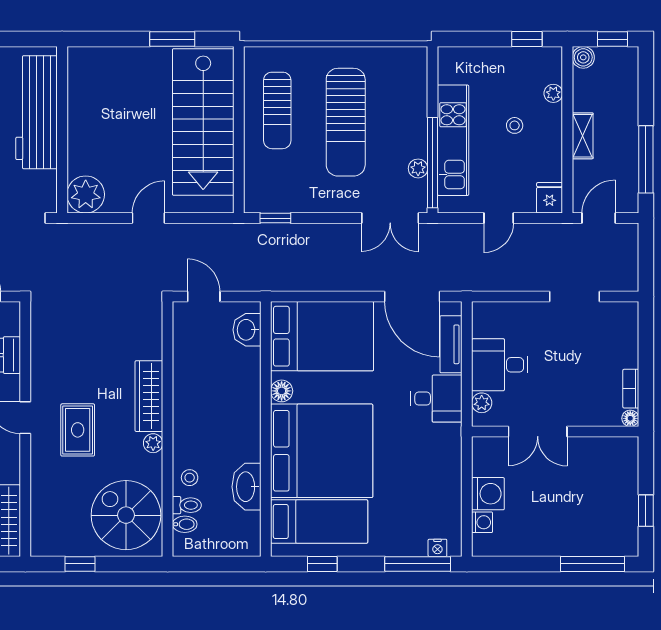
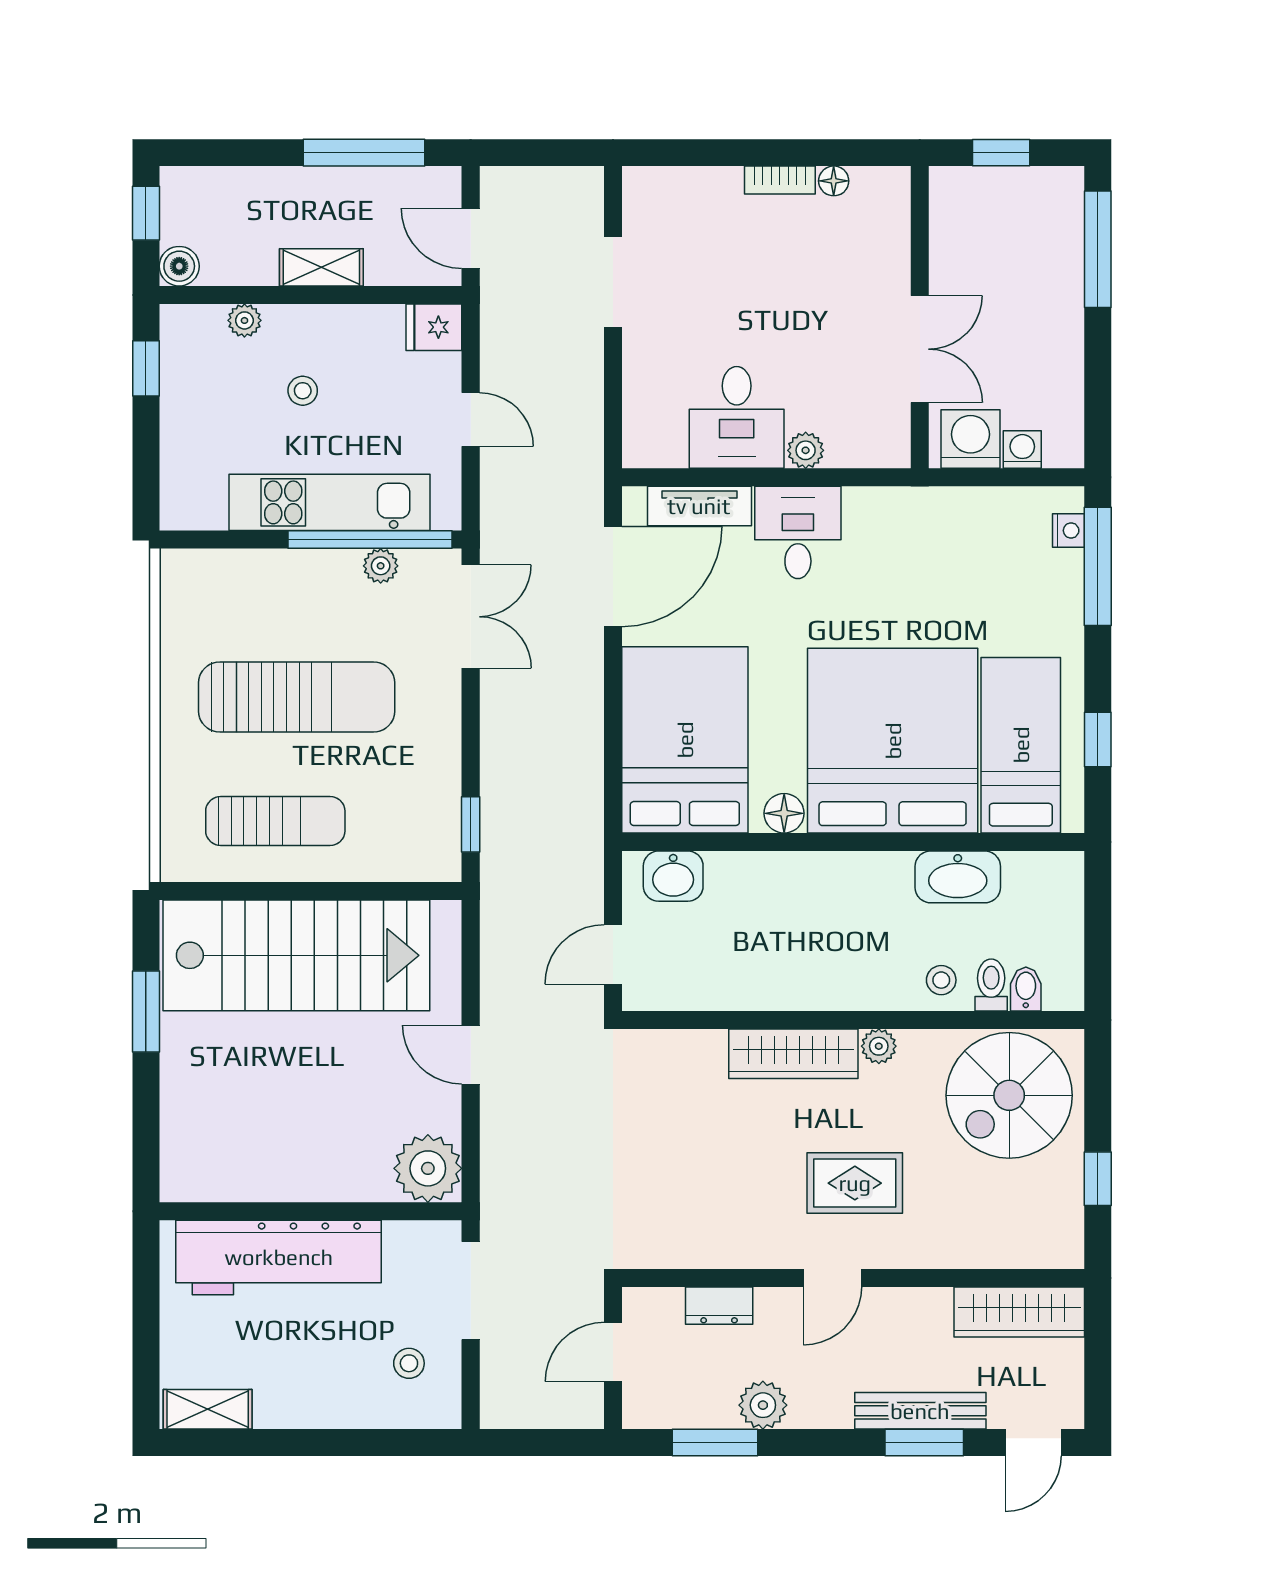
double door: (538, 431) -> (920, 349), moved
wall: (555, 431) -> (920, 317), moved

